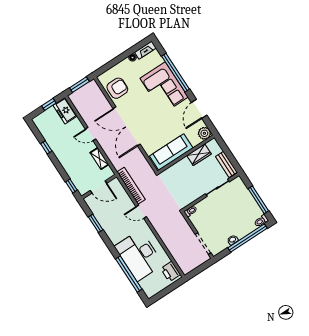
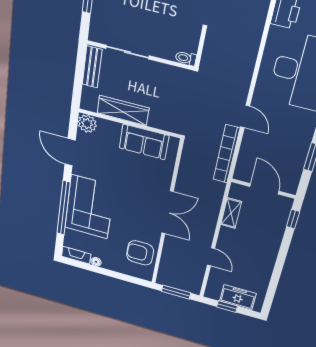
door: (199, 109) -> (70, 152), swing flipped
freezer: (65, 111) -> (238, 297), moved, turned -90
double door: (127, 126) -> (168, 212), width x0.73
door: (91, 134) -> (211, 257), moved
window: (46, 147) -> (276, 277), removed
sofa: (171, 152) -> (144, 142), width x0.73
wardrobe: (199, 155) -> (123, 110), width x1.50

